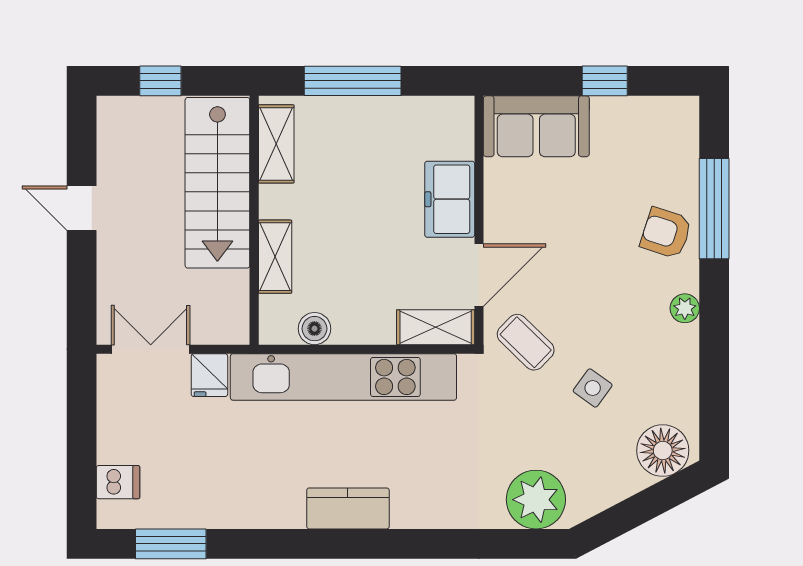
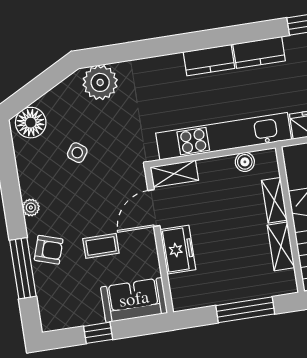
shelving: (276, 144) -> (281, 246), moved
coffee table: (526, 342) -> (101, 246), moved, turned -44
kitchen counter: (262, 508) -> (259, 52), added

